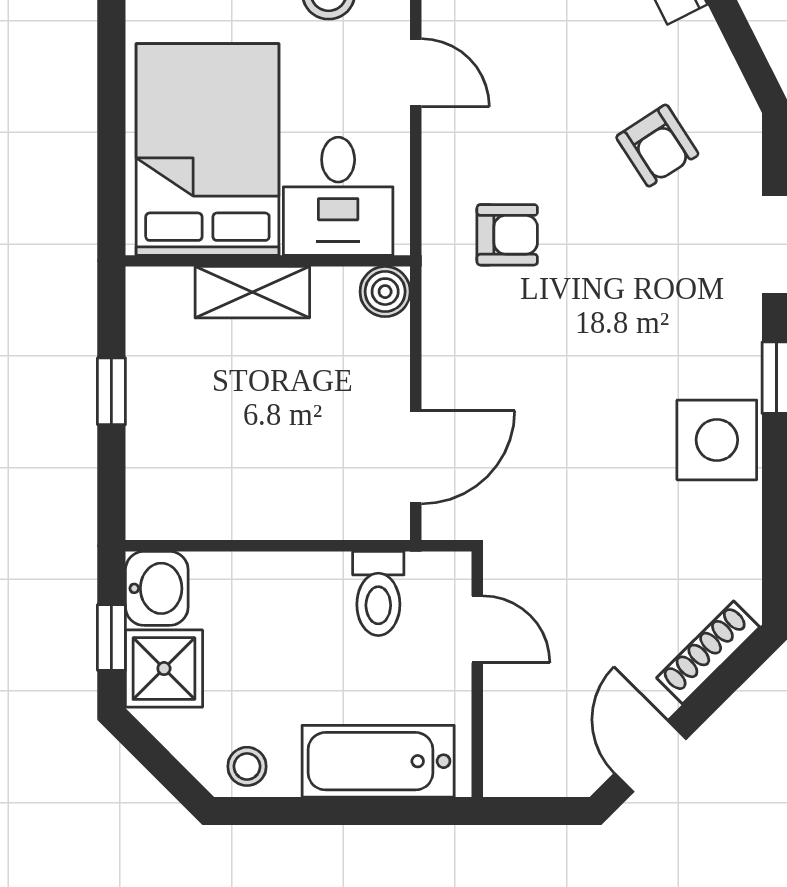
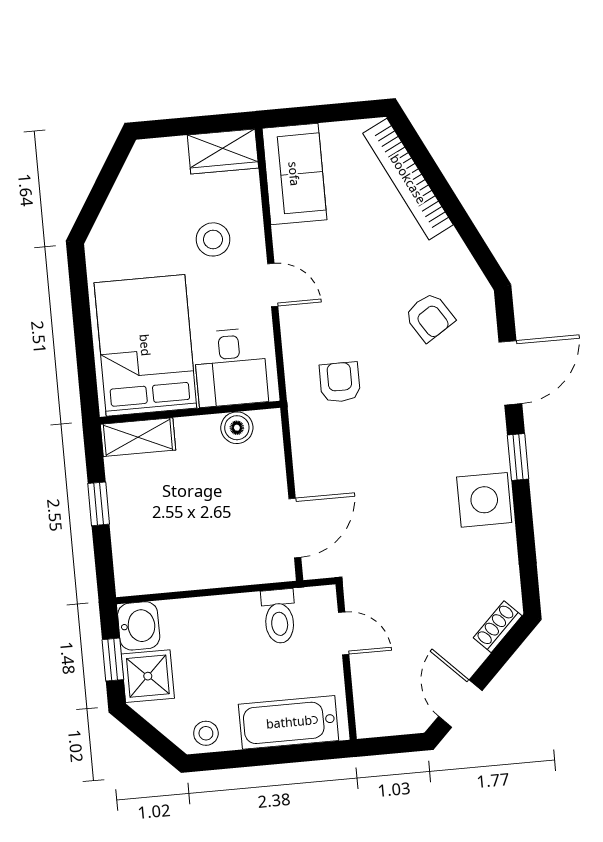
armchair: (507, 235) -> (340, 382), turned -90
shelving: (252, 292) -> (138, 437), moved
boiler: (385, 292) -> (237, 428), moved
shoe rack: (708, 652) -> (498, 627), width x0.70

